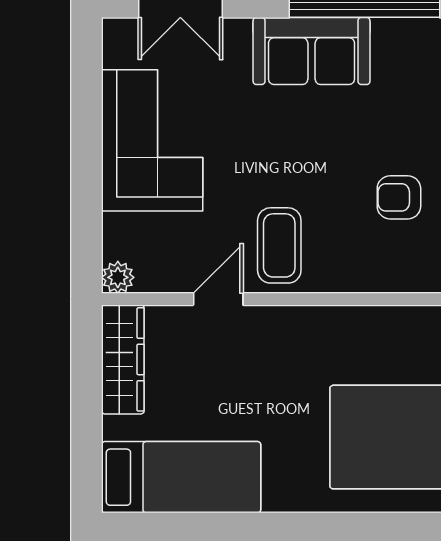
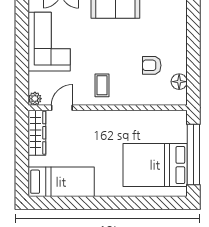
coffee table: (279, 245) -> (102, 85), width x0.73, depth x0.77
door: (218, 299) -> (62, 108), moved

